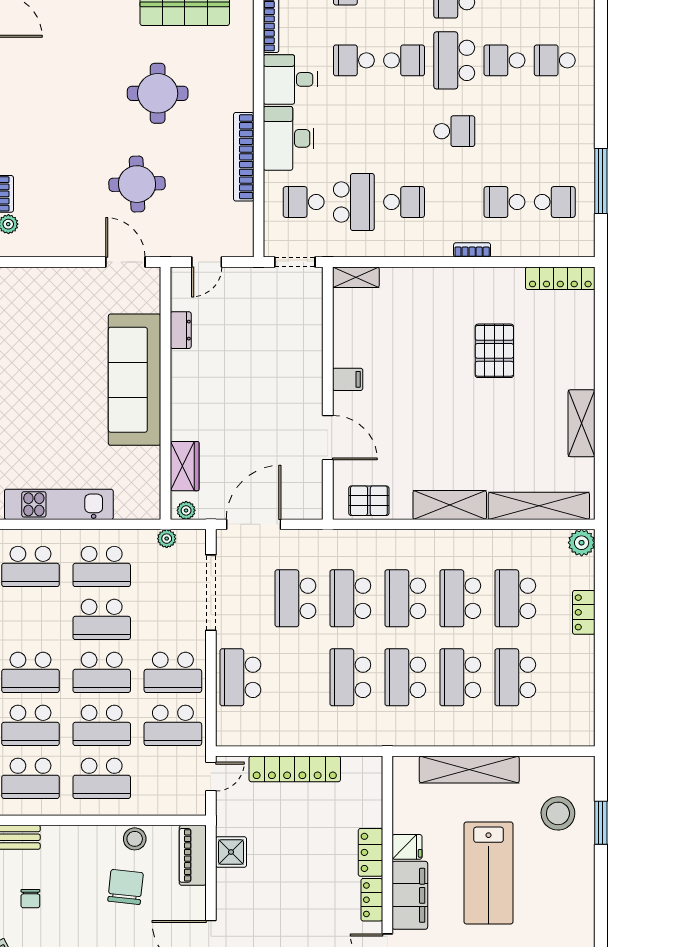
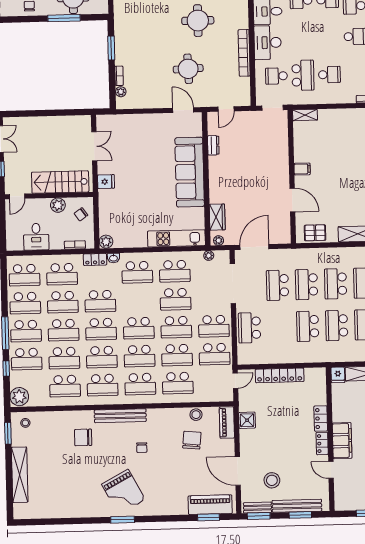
kitchen unit: (59, 504) -> (176, 238), moved
fridge: (407, 847) -> (338, 375), moved, turned 90

